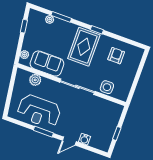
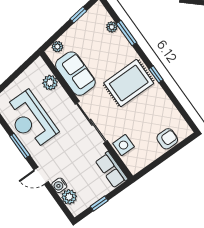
armchair: (116, 56) -> (167, 139), moved
row of seats: (110, 108) -> (111, 170), added
plant: (95, 142) -> (69, 197), added

